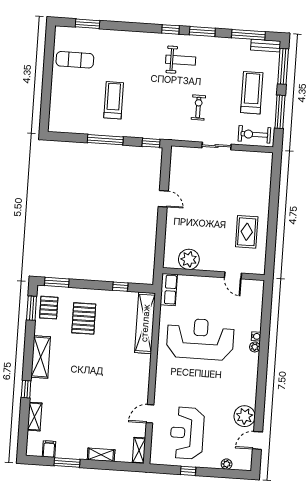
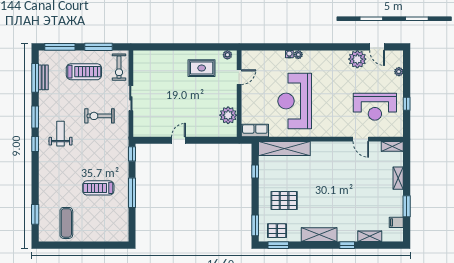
bench: (266, 46) -> (43, 77), moved
treadmill: (252, 93) -> (84, 72), turned 180
exercise bike: (198, 108) -> (99, 116), width x1.38, depth x1.39
plant: (260, 263) -> (227, 55), added

